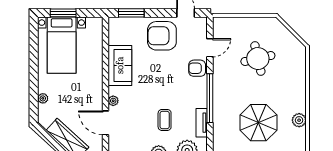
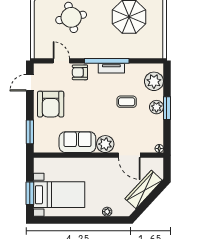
armchair: (197, 68) -> (80, 72), turned 90
plant: (113, 101) -> (105, 144), width x1.87, depth x1.87
door: (105, 123) -> (129, 155), hinge flipped
tv unit: (202, 123) -> (111, 68), moved

